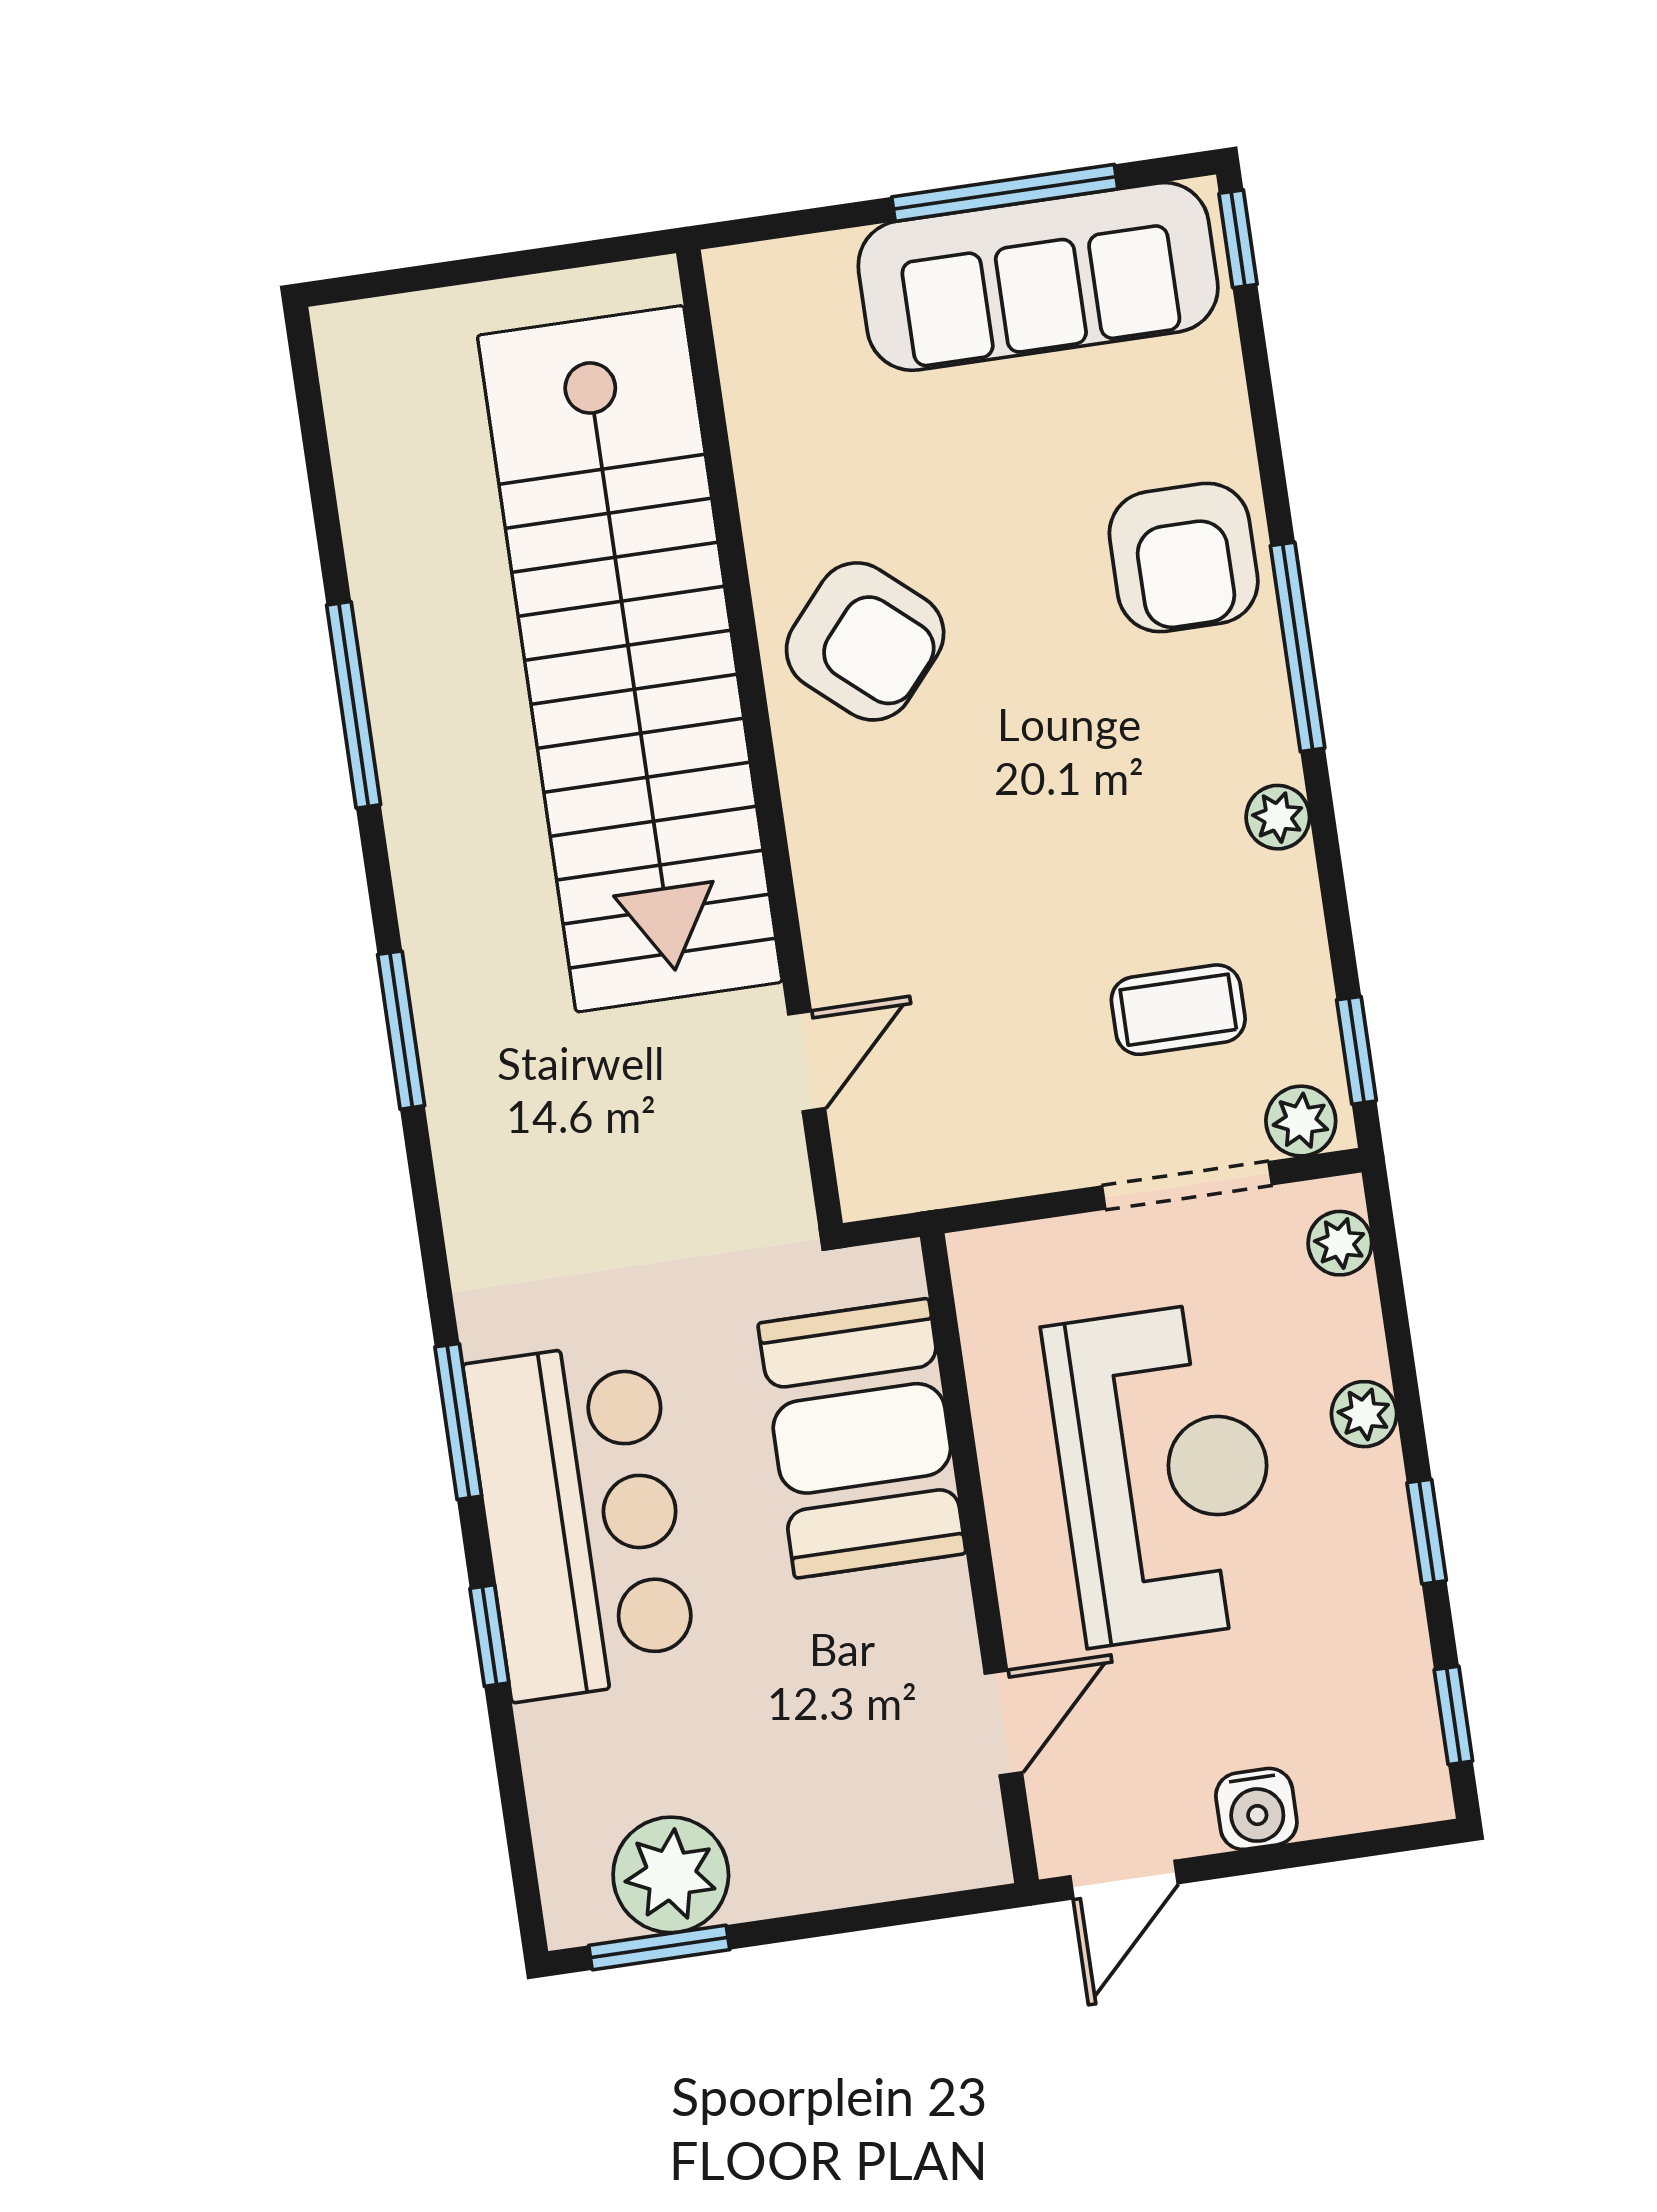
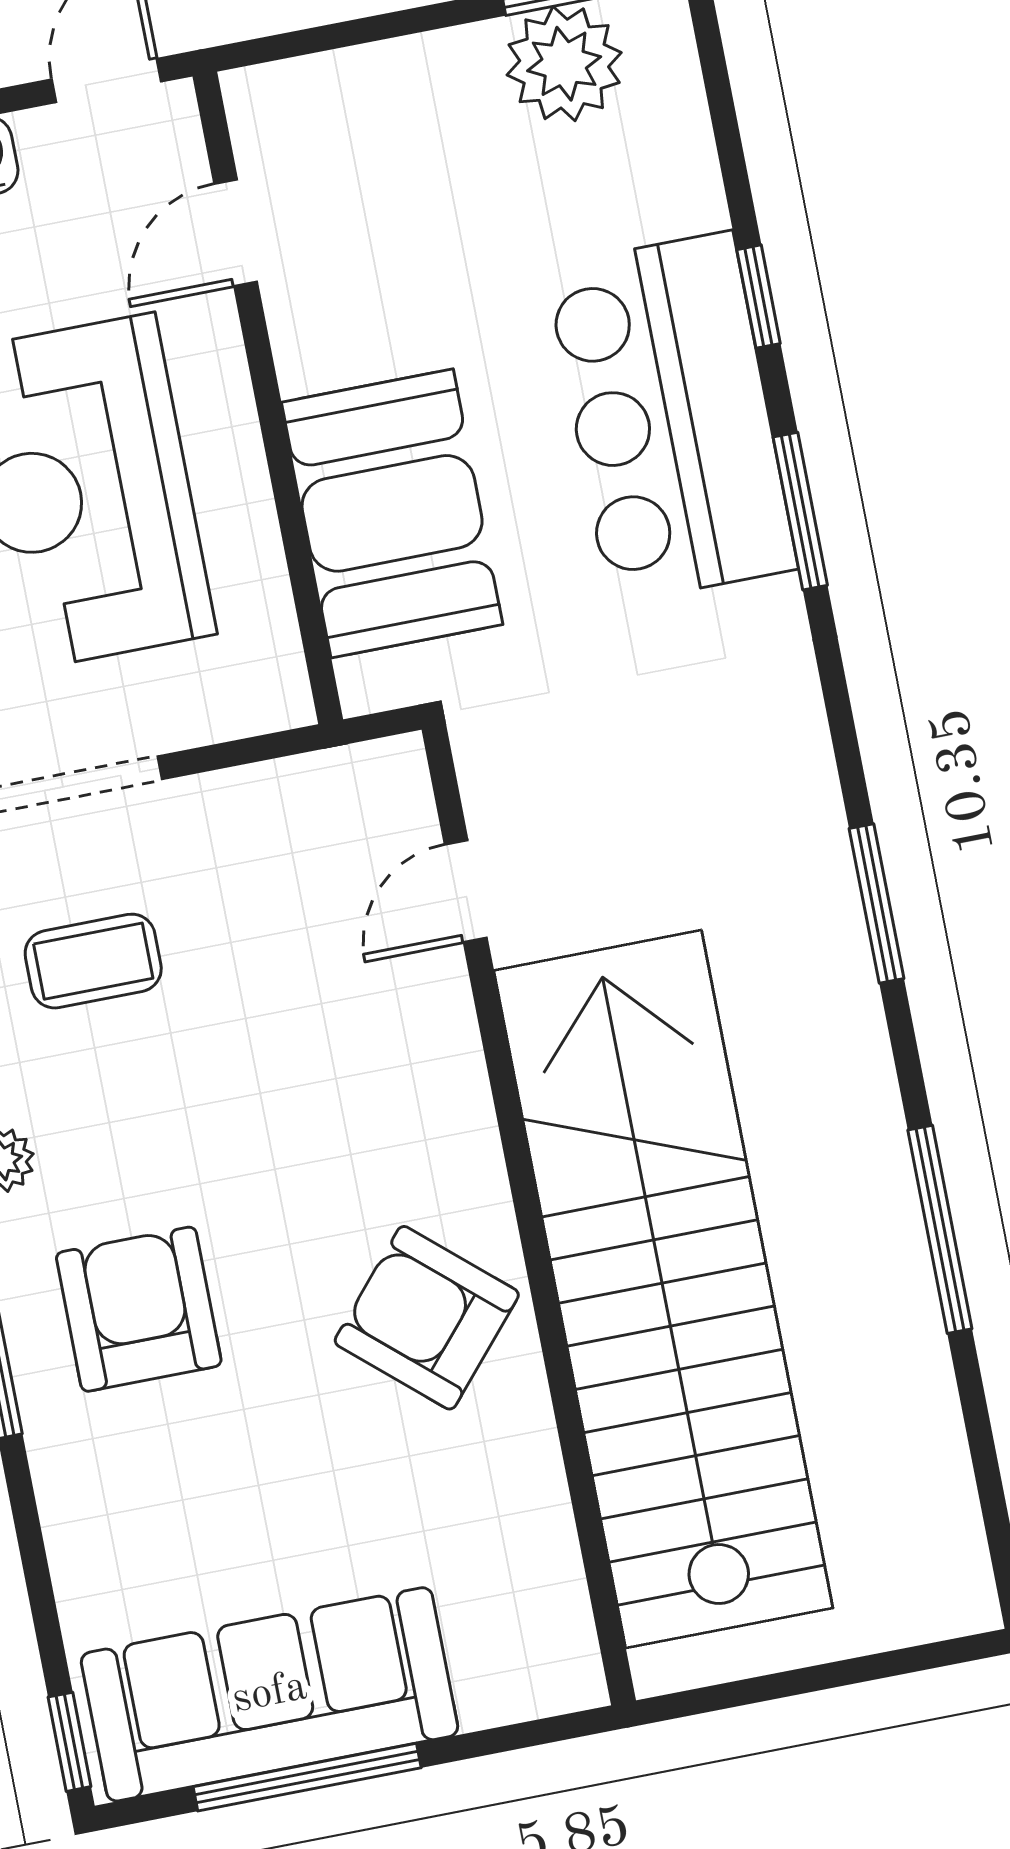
armchair: (1184, 558) -> (139, 1309), moved

